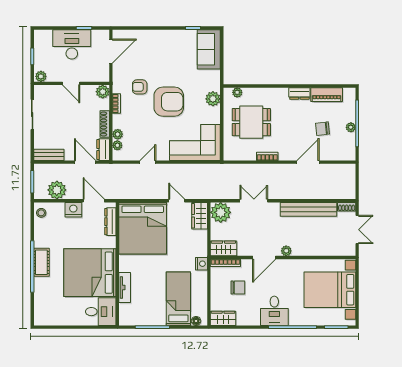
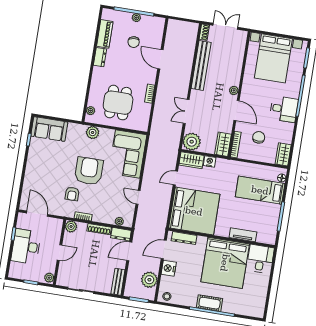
plant: (118, 134) -> (110, 220), removed
nightstand: (202, 264) -> (210, 161), moved

